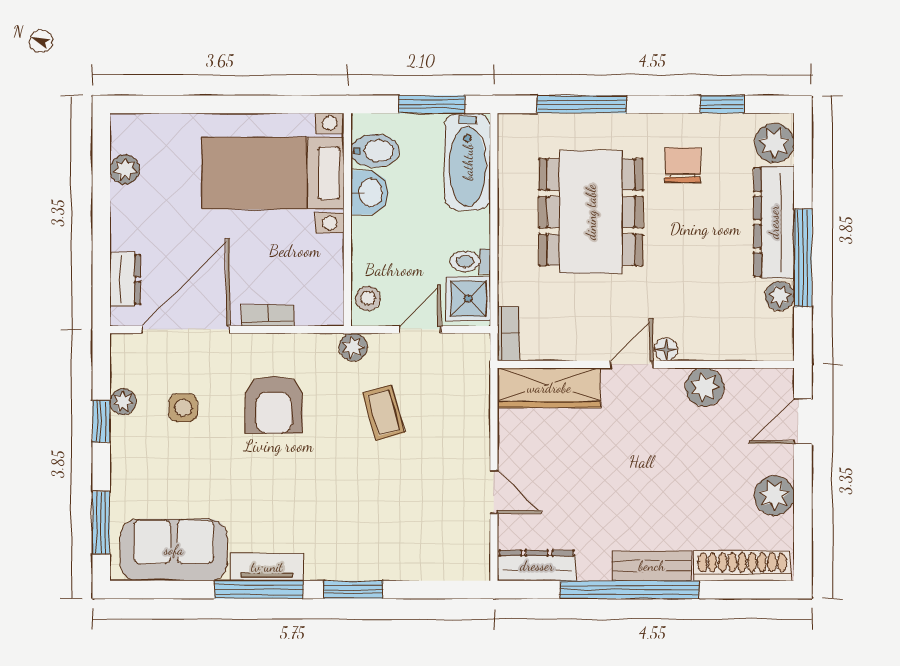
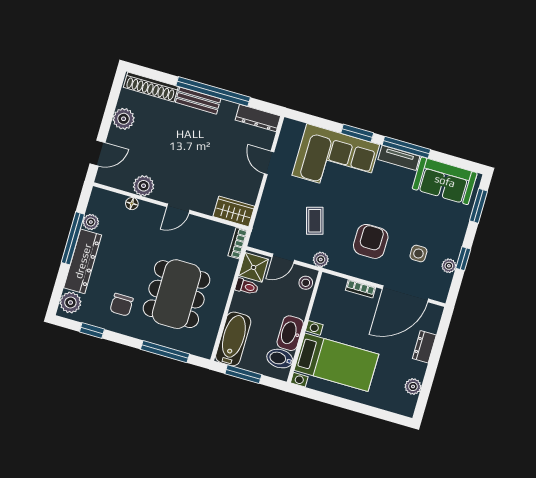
washbasin: (370, 193) -> (290, 333), width x1.38
dresser: (125, 279) -> (424, 347), moved
floor lamp: (666, 350) -> (132, 204), moved
wardrobe: (549, 388) -> (234, 211), width x0.67
corner sofa: (377, 531) -> (336, 160), added

